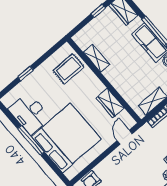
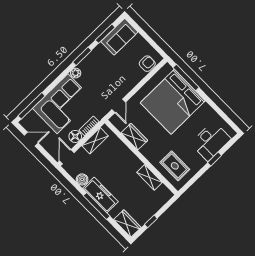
rug: (69, 69) -> (175, 166), turned 90
desk: (30, 113) -> (211, 141), moved, turned 90
window: (31, 140) -> (186, 78), moved

